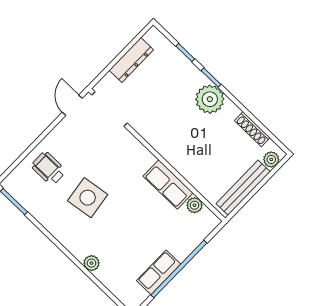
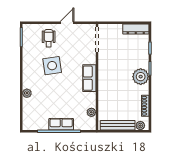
dresser: (131, 60) -> (136, 29), moved
door: (72, 105) -> (67, 23), moved
row of seats: (168, 185) -> (89, 78), moved
row of seats: (159, 272) -> (61, 124), moved

